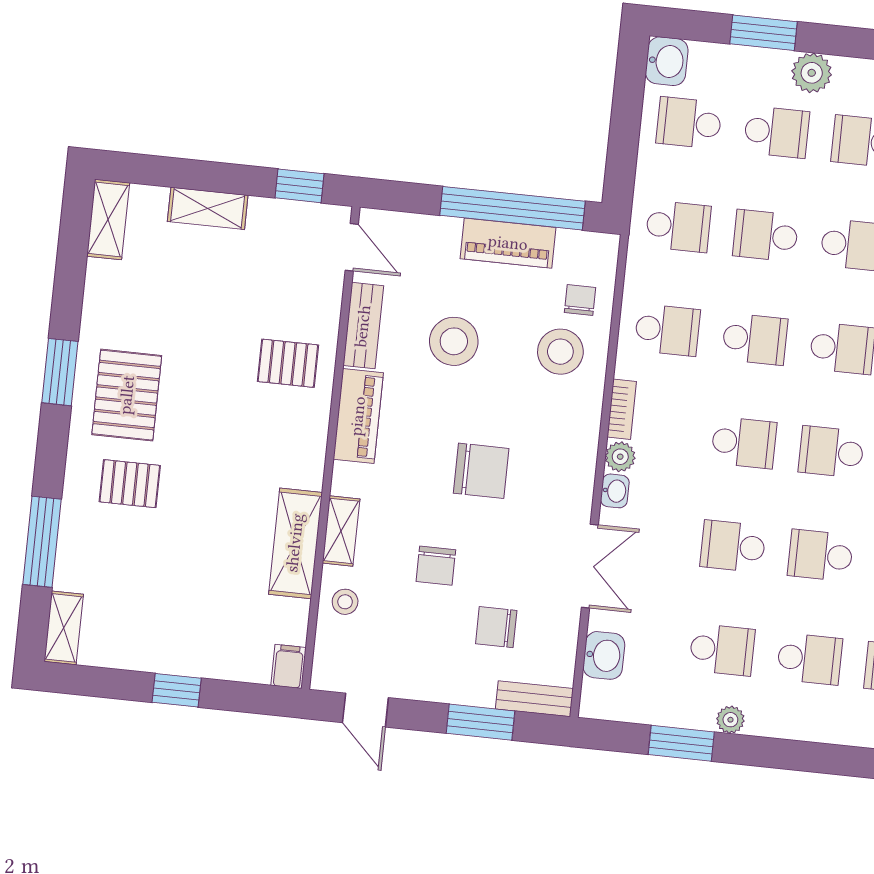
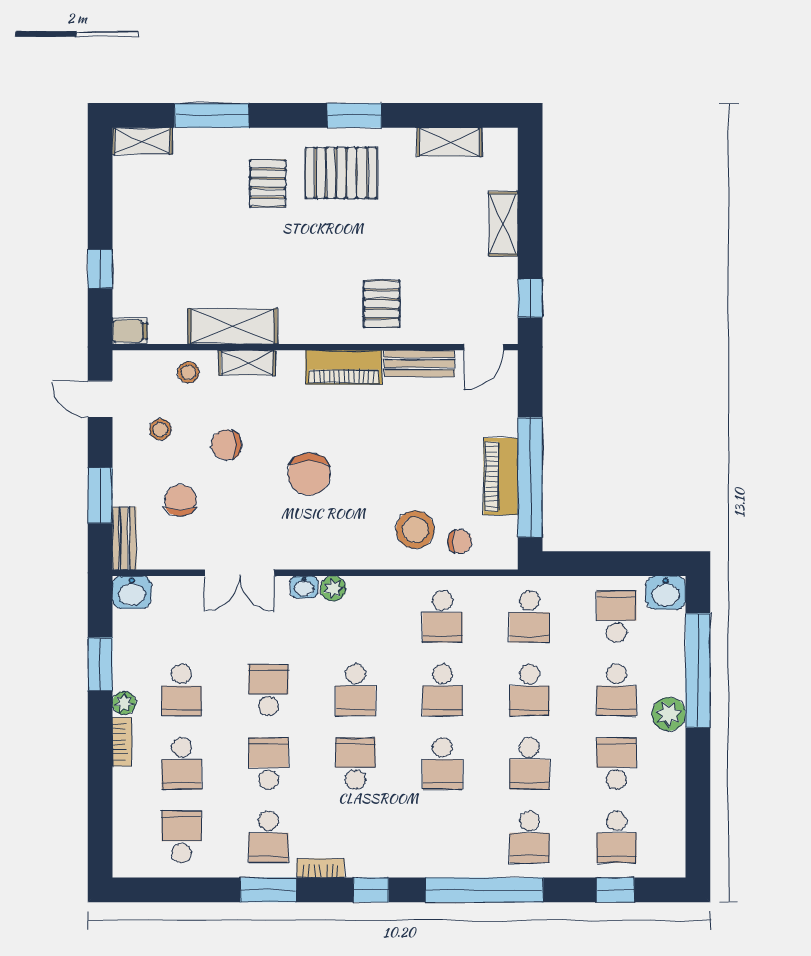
window: (764, 33) -> (698, 671), width x2.11
shelving: (108, 219) -> (449, 142), moved
school desk: (766, 236) -> (529, 690), turned 180
stool: (454, 341) -> (160, 429), moved, width x0.53, depth x0.53
bookcase: (622, 409) -> (122, 742), moved, turned -90
washbasin: (604, 655) -> (132, 592), moved
window: (177, 690) -> (100, 269), moved
door: (365, 710) -> (100, 399), hinge flipped

